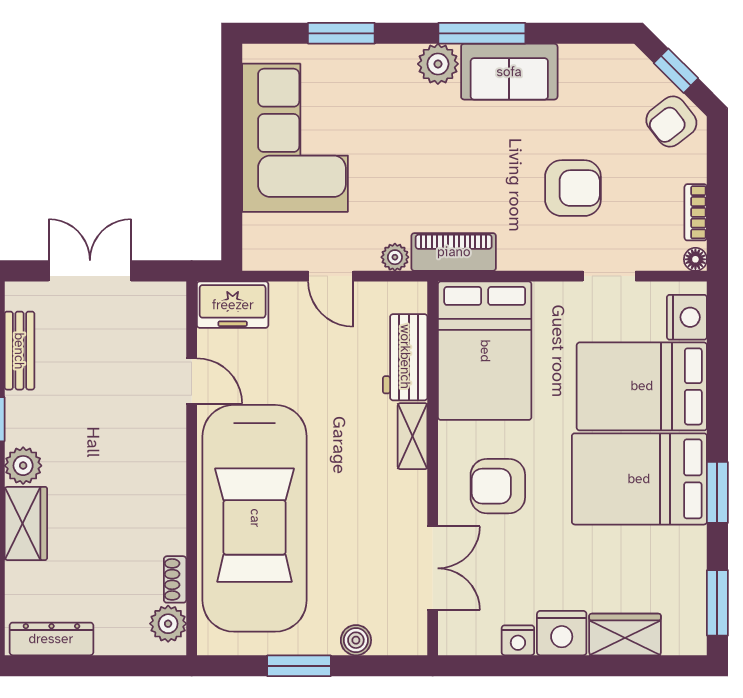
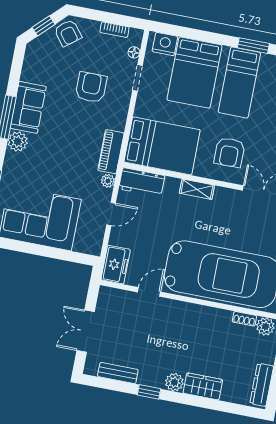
floor lamp: (695, 259) -> (134, 52), moved
workbench: (405, 357) -> (142, 182), moved
bed: (639, 479) -> (239, 83), width x0.67

